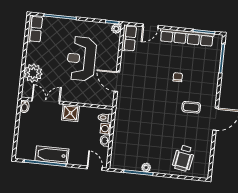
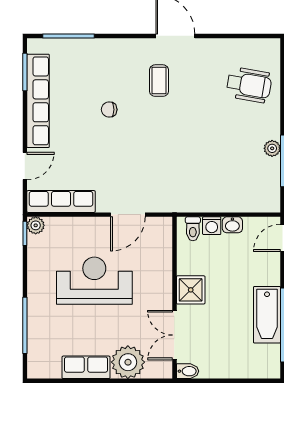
door: (151, 26) -> (25, 166), hinge flipped
row of seats: (35, 29) -> (86, 367), moved
row of seats: (129, 38) -> (61, 201), width x1.48
reception desk: (81, 59) -> (94, 281), turned 180

